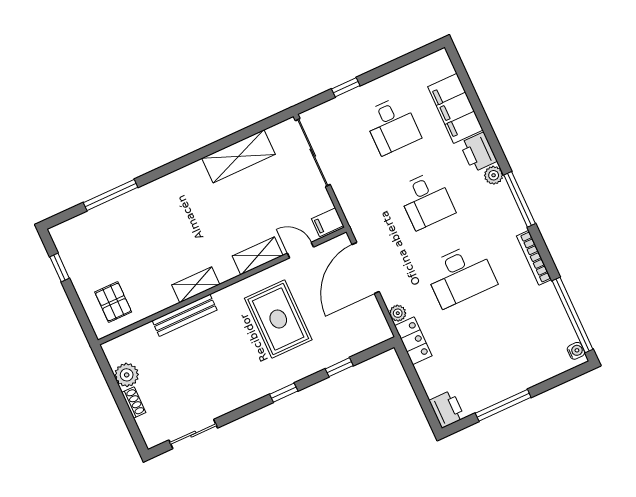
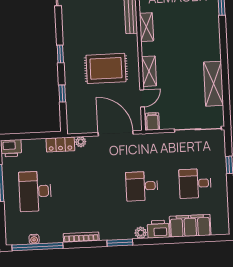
window: (520, 199) -> (120, 243), width x0.69
desk: (460, 275) -> (35, 191), moved
water cooler: (576, 351) -> (34, 239), moved

